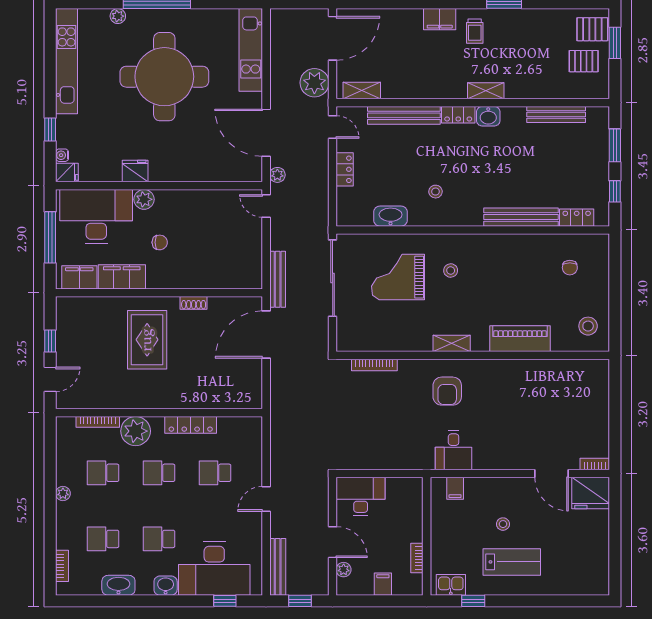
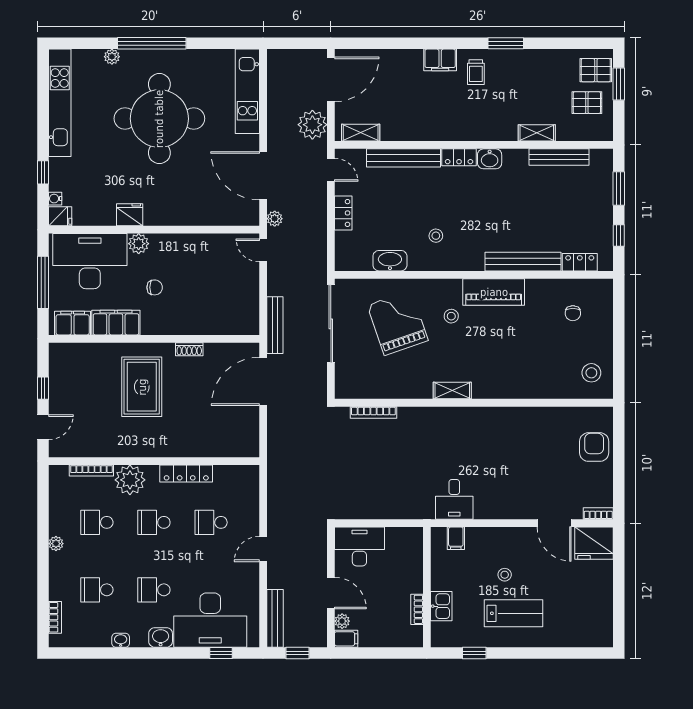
shelving: (486, 91) -> (537, 133), moved
grand piano: (398, 277) -> (398, 323), turned 71
piano: (520, 339) -> (494, 292), moved, turned 180
armchair: (447, 391) -> (594, 447), moved, turned 180
filing cabinet: (383, 584) -> (346, 639), moved, turned 90
washbasin: (118, 585) -> (121, 640), width x0.52, depth x0.69
kitchen sink: (451, 585) -> (441, 606), moved, turned 90

